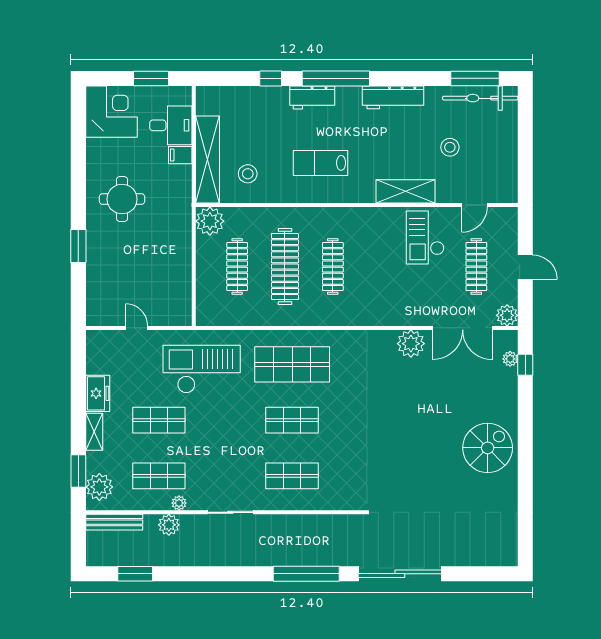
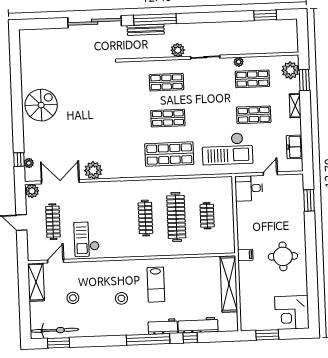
window: (475, 78) -> (58, 343), width x0.69
workbench: (393, 97) -> (198, 325), moved
desk: (171, 125) -> (249, 188), moved
filing cabinet: (180, 155) -> (245, 255), moved
lab bench: (320, 163) -> (156, 285), turned 90
stool: (248, 174) -> (121, 298), moved
shelving: (405, 191) -> (36, 282), moved, turned 90
plant: (210, 221) -> (226, 244), removed
checkout: (425, 237) -> (87, 239), turned 180
window: (78, 246) -> (309, 200), moved
clothes rail: (237, 267) -> (207, 216), width x0.73
door: (137, 328) -> (270, 174), swing flipped
freezer: (98, 393) -> (294, 147), moved
spiral stairs: (488, 448) -> (41, 105), turned 180
bench: (114, 522) -> (146, 30), moved
plant: (169, 525) -> (178, 50), moved

